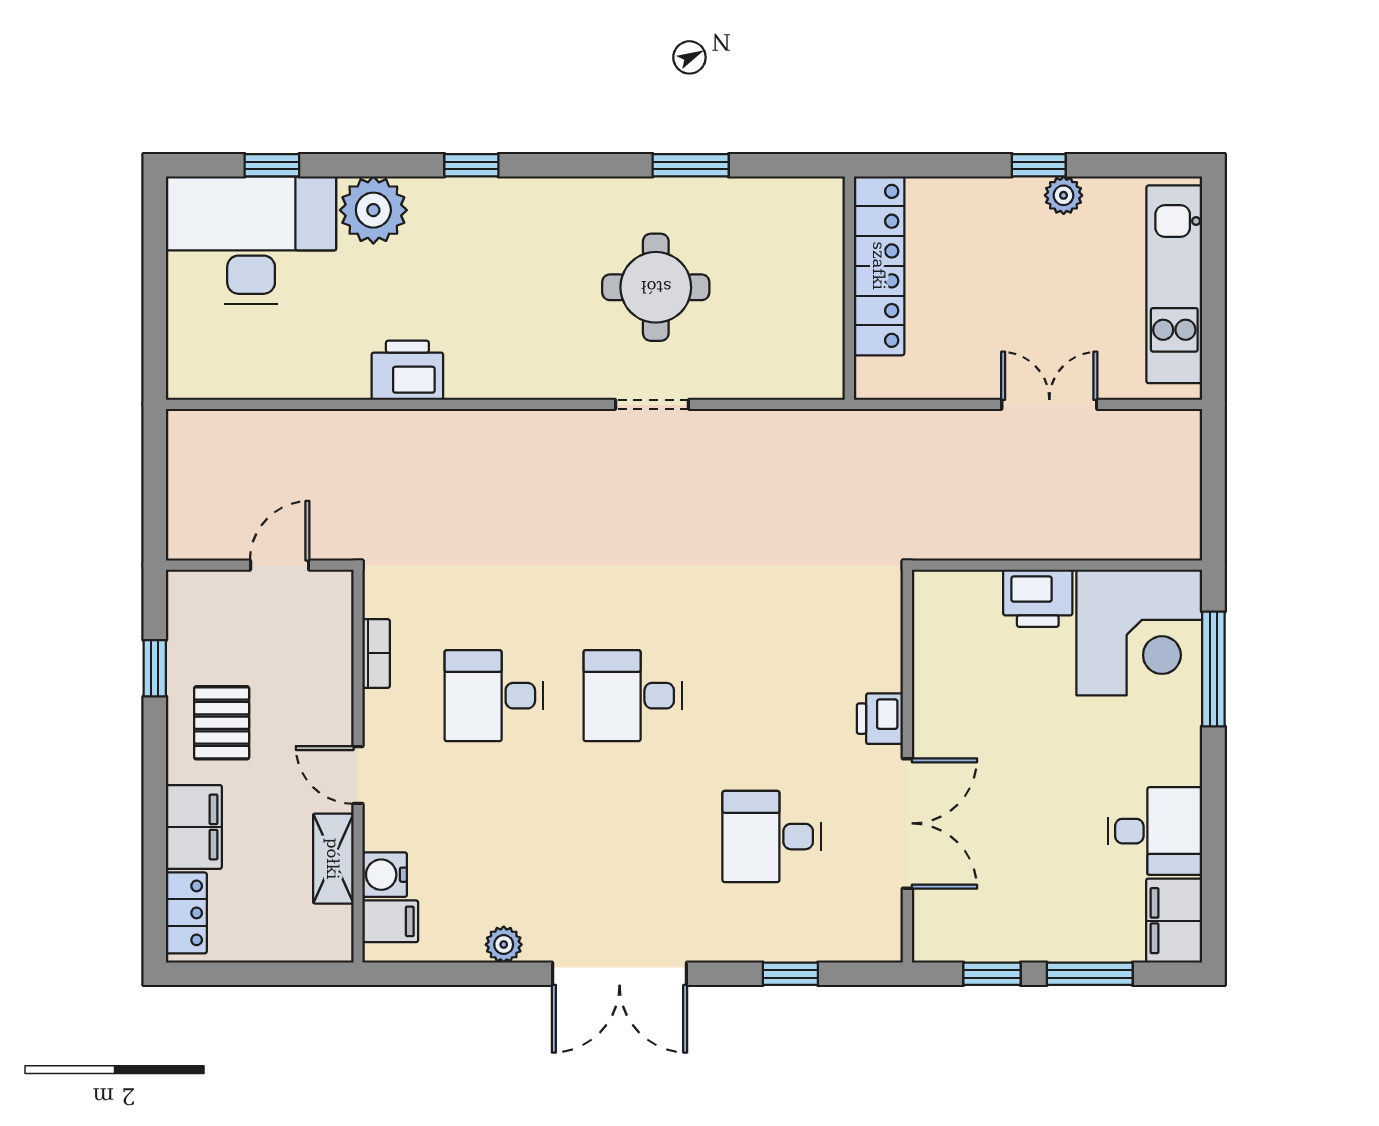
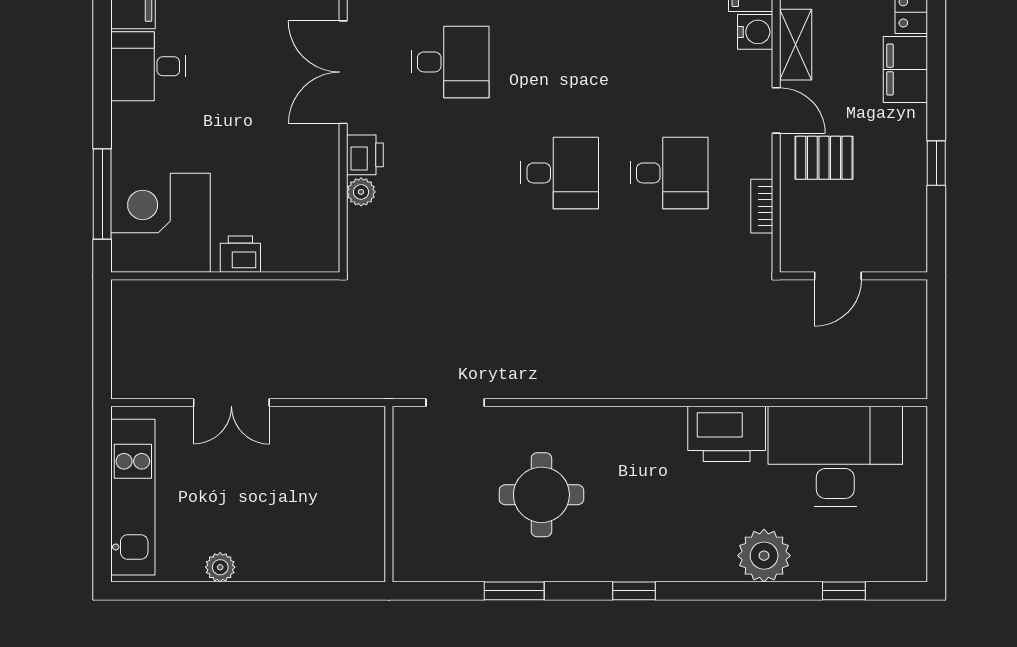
window: (471, 165) -> (634, 591), moved
window: (1039, 165) -> (240, 591), removed
desk: (251, 240) -> (835, 456), moved, turned 180
locker: (879, 266) -> (366, 512), removed
printer: (407, 370) -> (727, 434), width x1.37, depth x1.19
doorway: (652, 404) -> (455, 403), moved
printer: (1038, 598) -> (240, 254), width x0.73, depth x0.81
window: (155, 668) -> (936, 163), moved
plant: (885, 672) -> (361, 192), added
pallet: (222, 723) -> (824, 158), moved, turned 90

